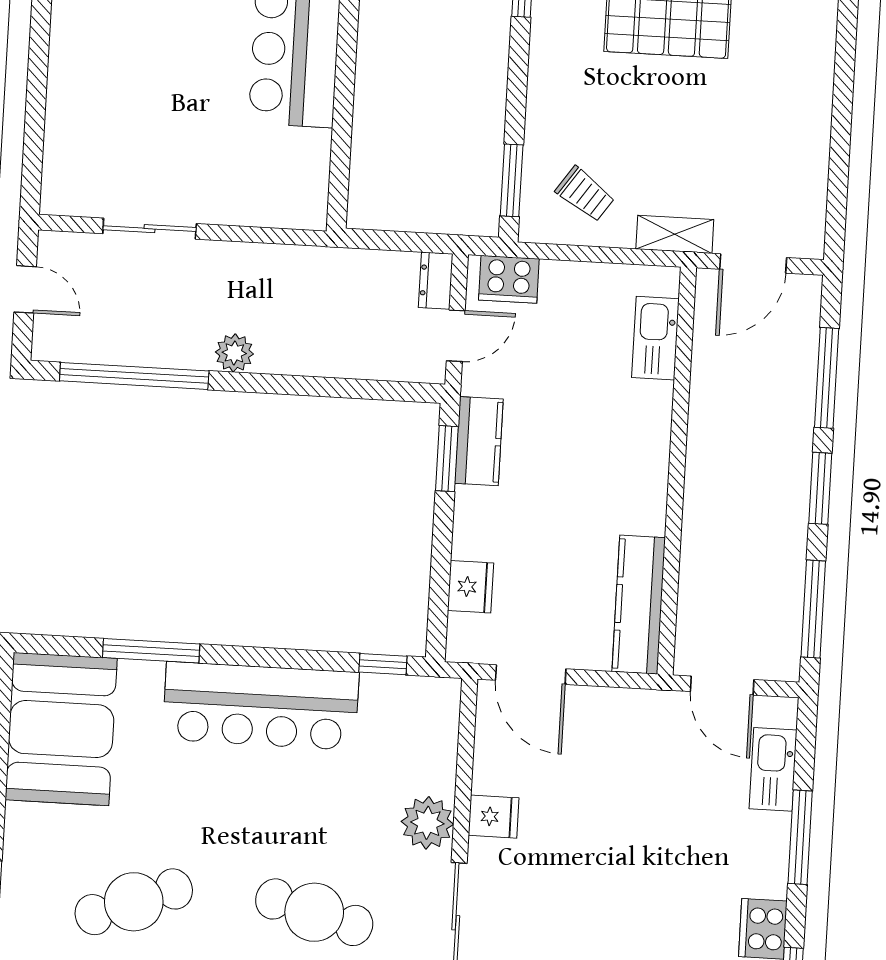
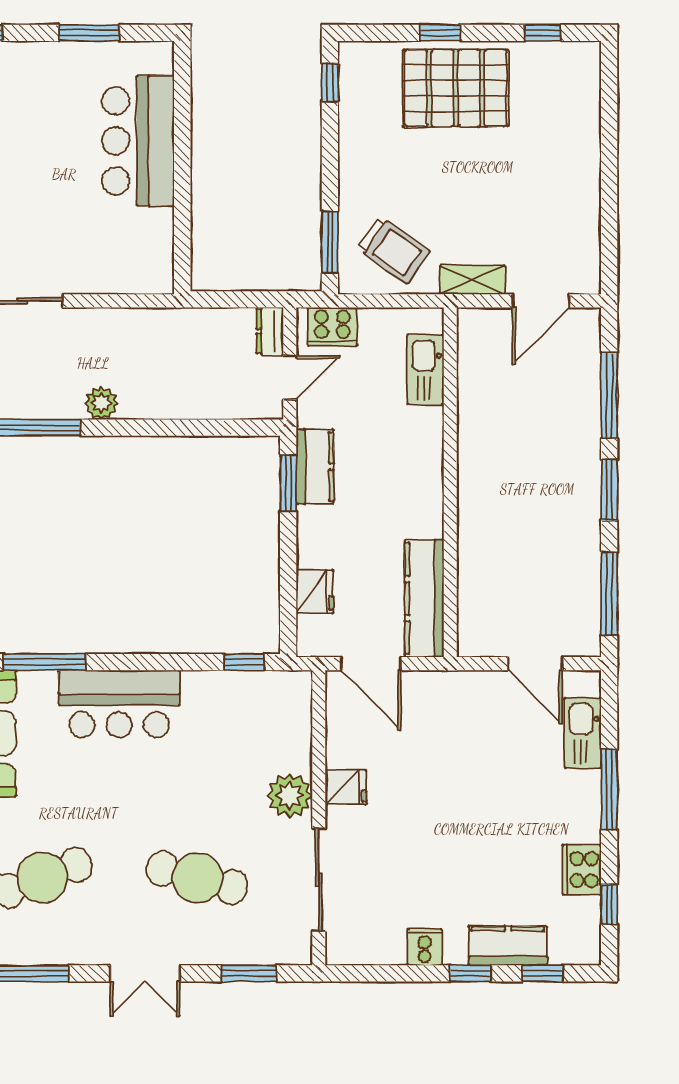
trolley: (585, 194) -> (393, 250), width x1.36, depth x1.39
kitchen sink: (655, 338) -> (425, 370), moved
wall: (677, 471) -> (450, 482), moved
kitchen counter: (639, 605) -> (424, 599), moved
bar counter: (261, 706) -> (119, 704), width x0.73

